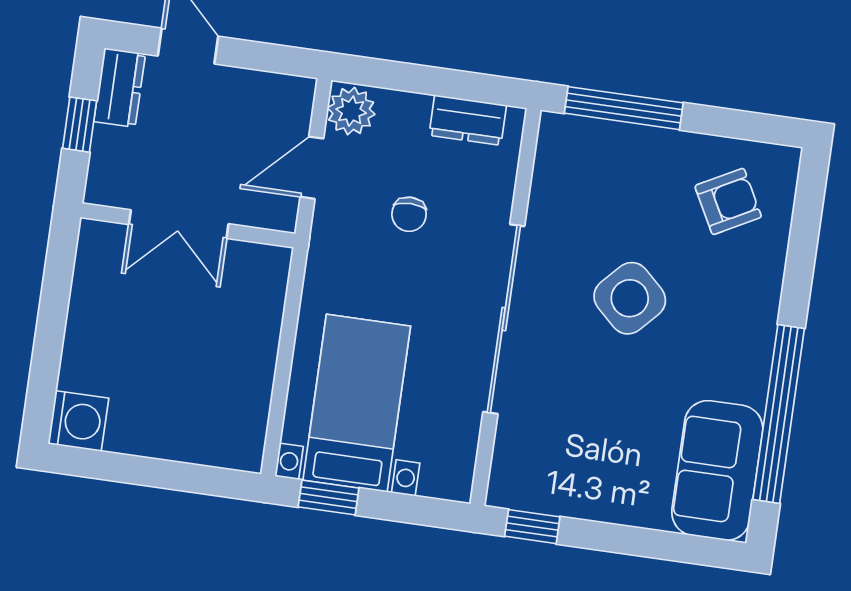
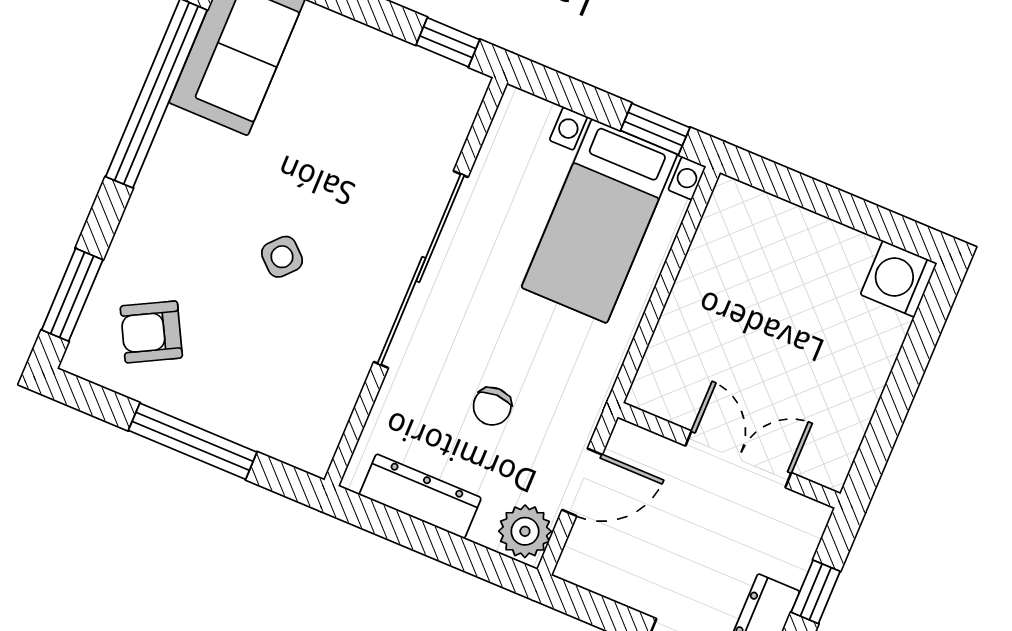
window: (624, 108) -> (193, 441), moved
dresser: (468, 120) -> (420, 496), width x1.44
chair: (409, 214) -> (492, 406), turned 180
window: (807, 216) -> (72, 295), added
side table: (630, 298) -> (282, 257), width x0.54, depth x0.54

